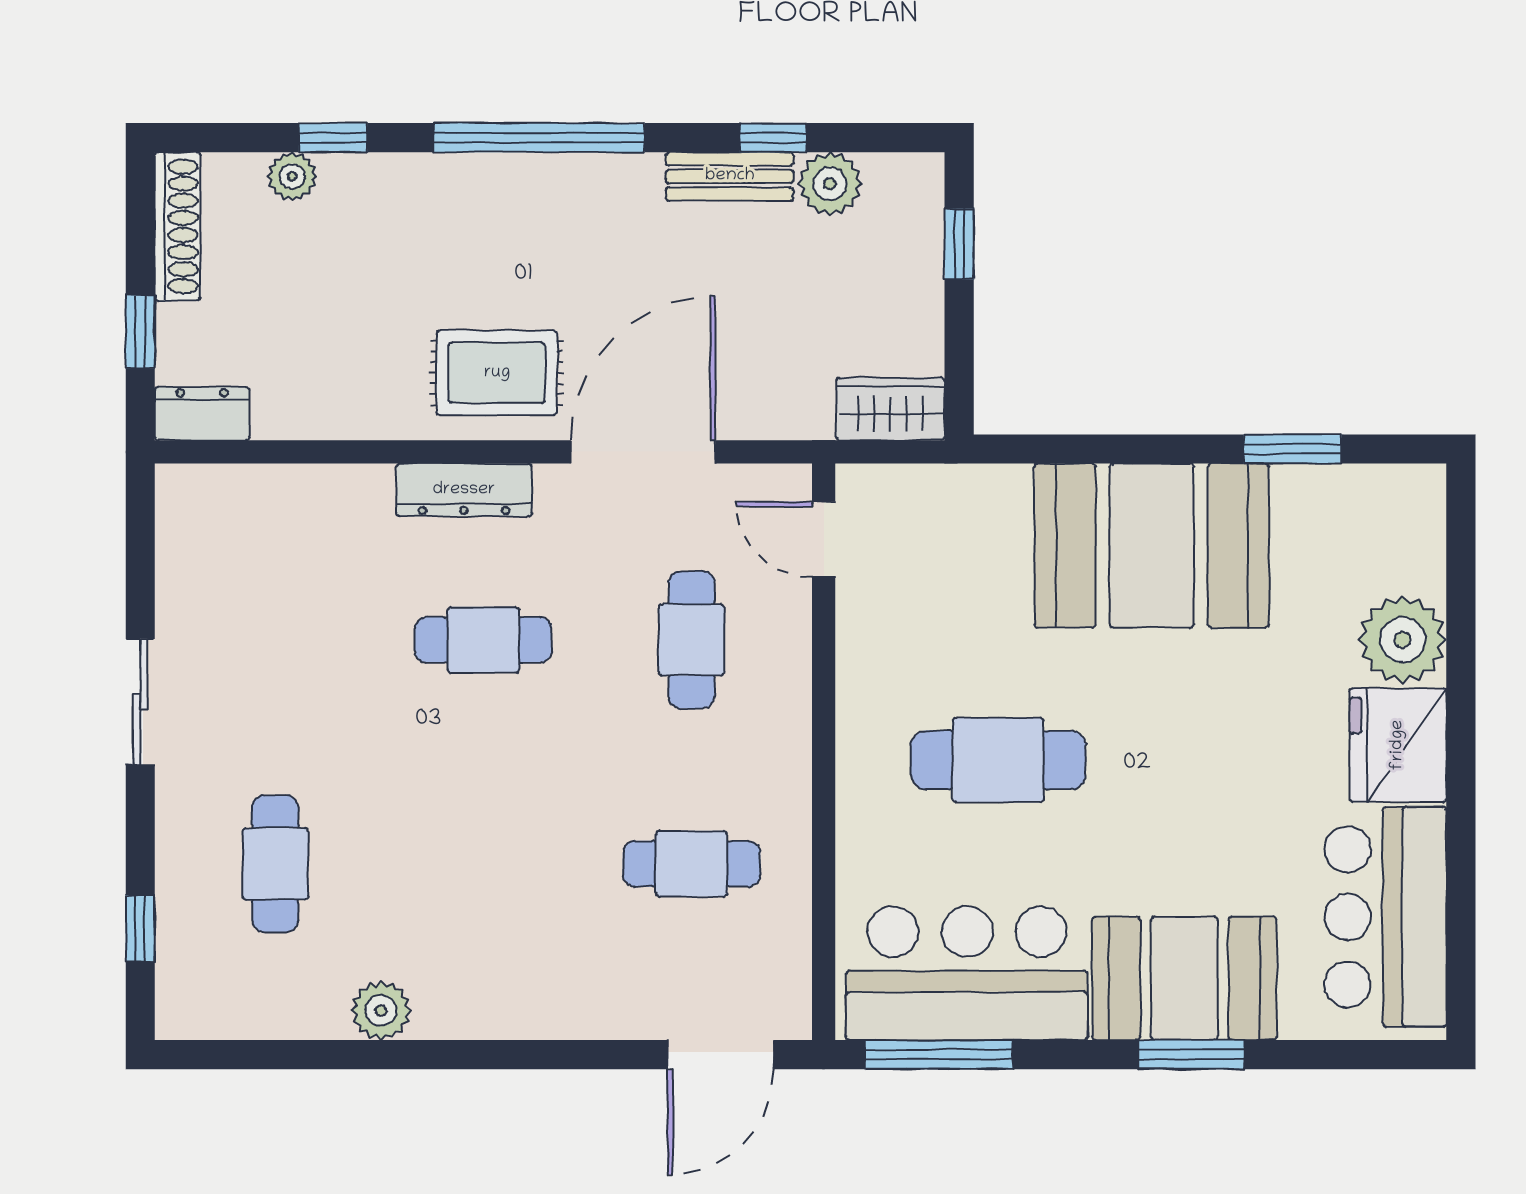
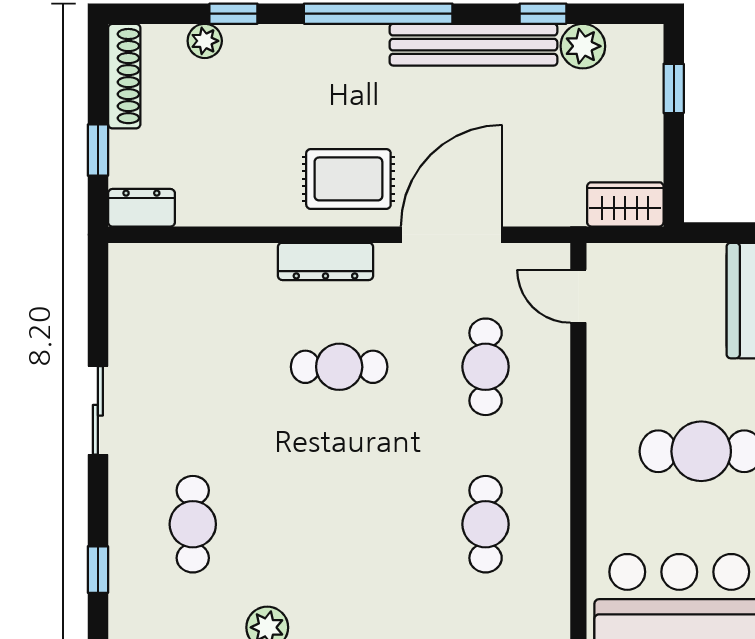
bench: (730, 176) -> (473, 45), width x1.86, depth x1.21
cafe table: (692, 864) -> (486, 524), turned 90

